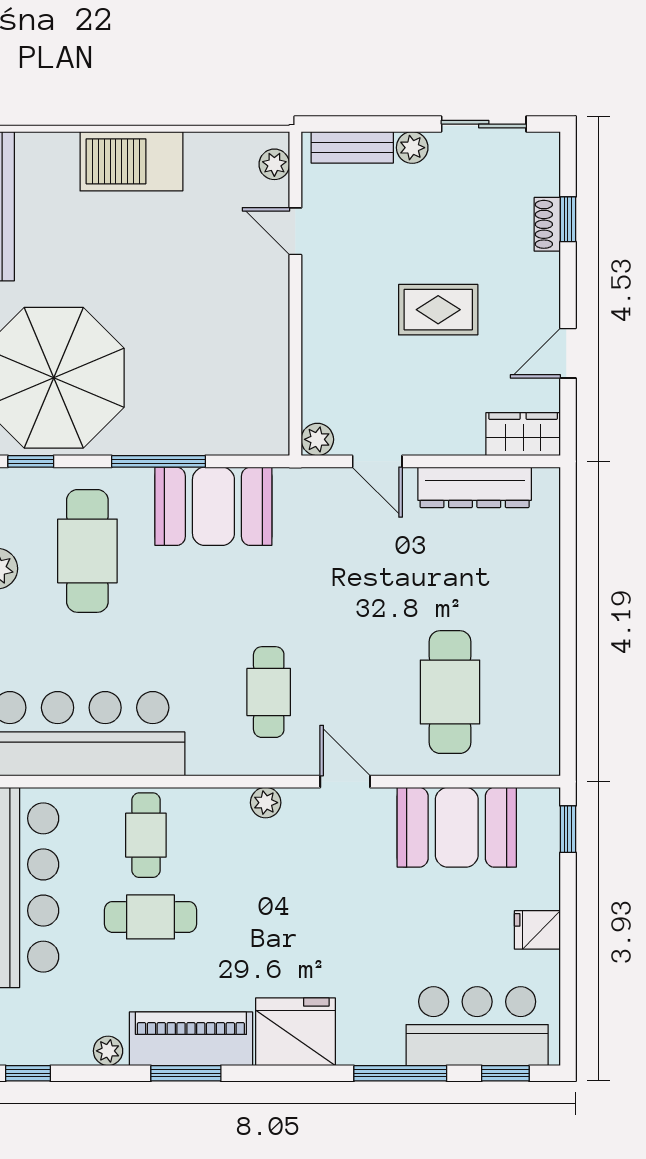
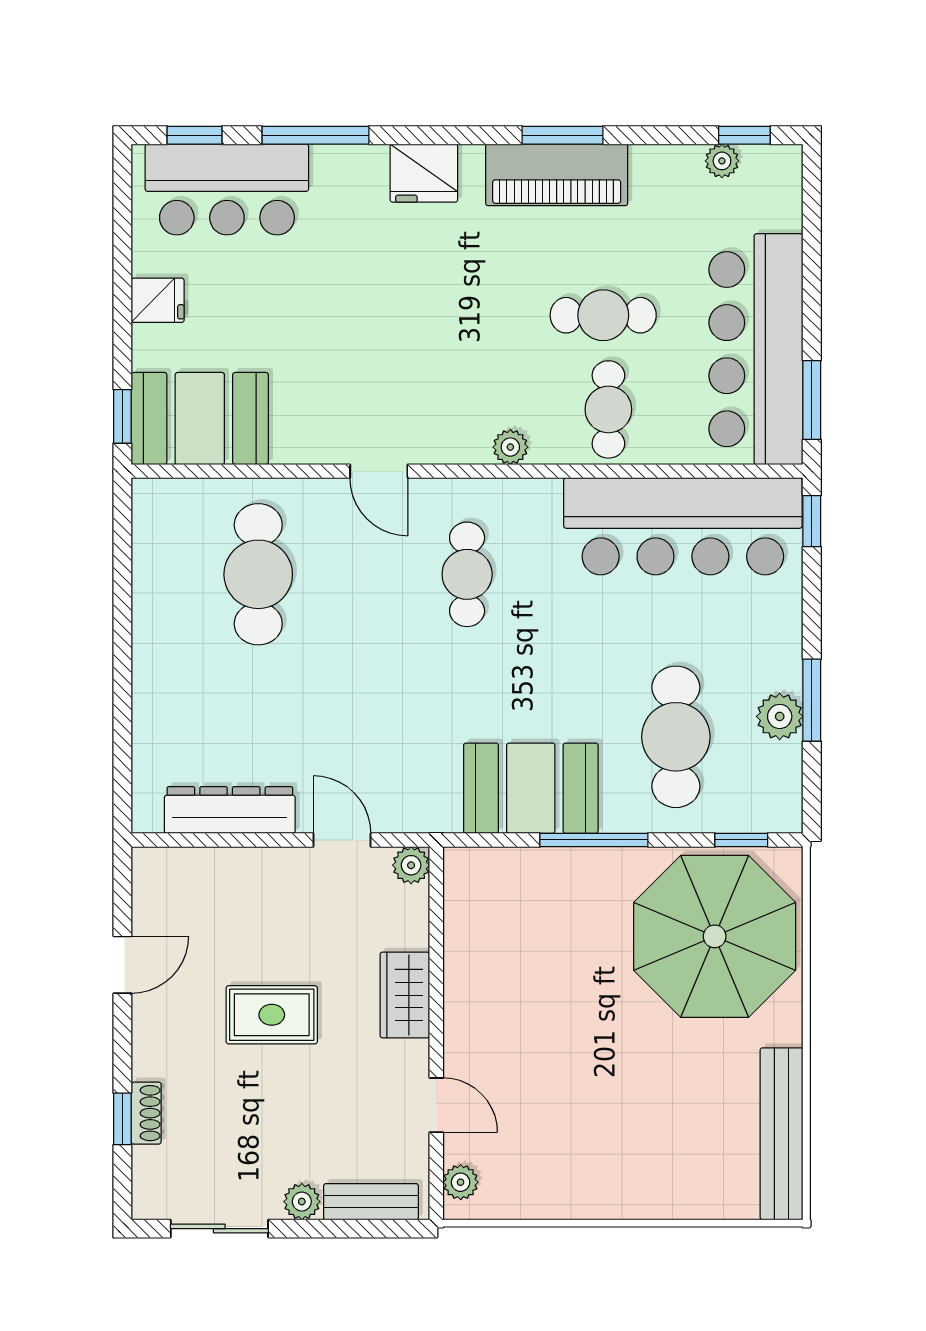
barbecue: (131, 161) -> (625, 1186), removed
wardrobe: (523, 434) -> (405, 995), moved, turned 90
plant: (266, 803) -> (510, 447), moved
booth: (457, 827) -> (200, 419), moved
fridge: (296, 1032) -> (424, 173), width x0.73, depth x0.75
plant: (108, 1051) -> (722, 161), moved

